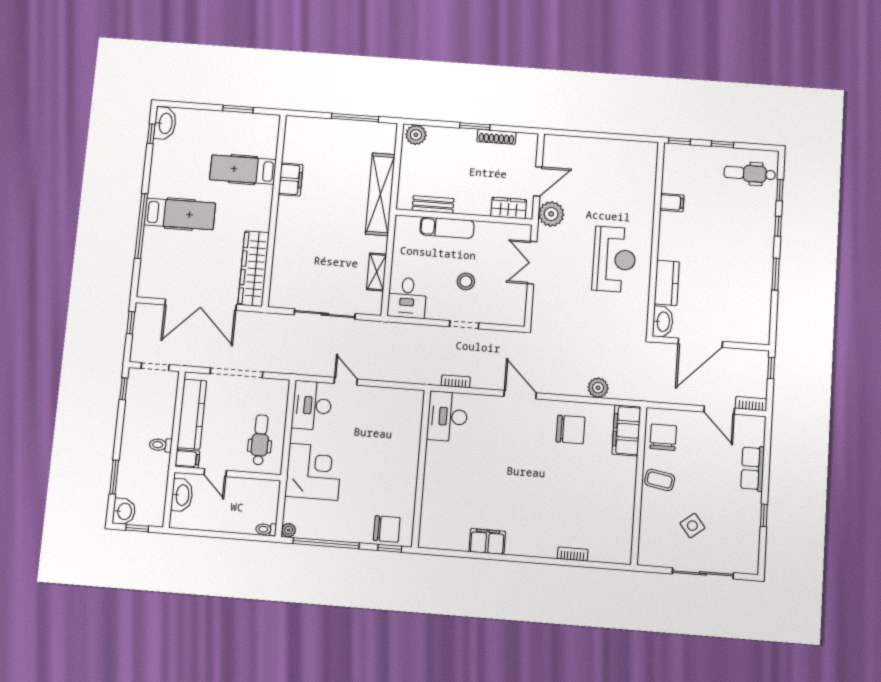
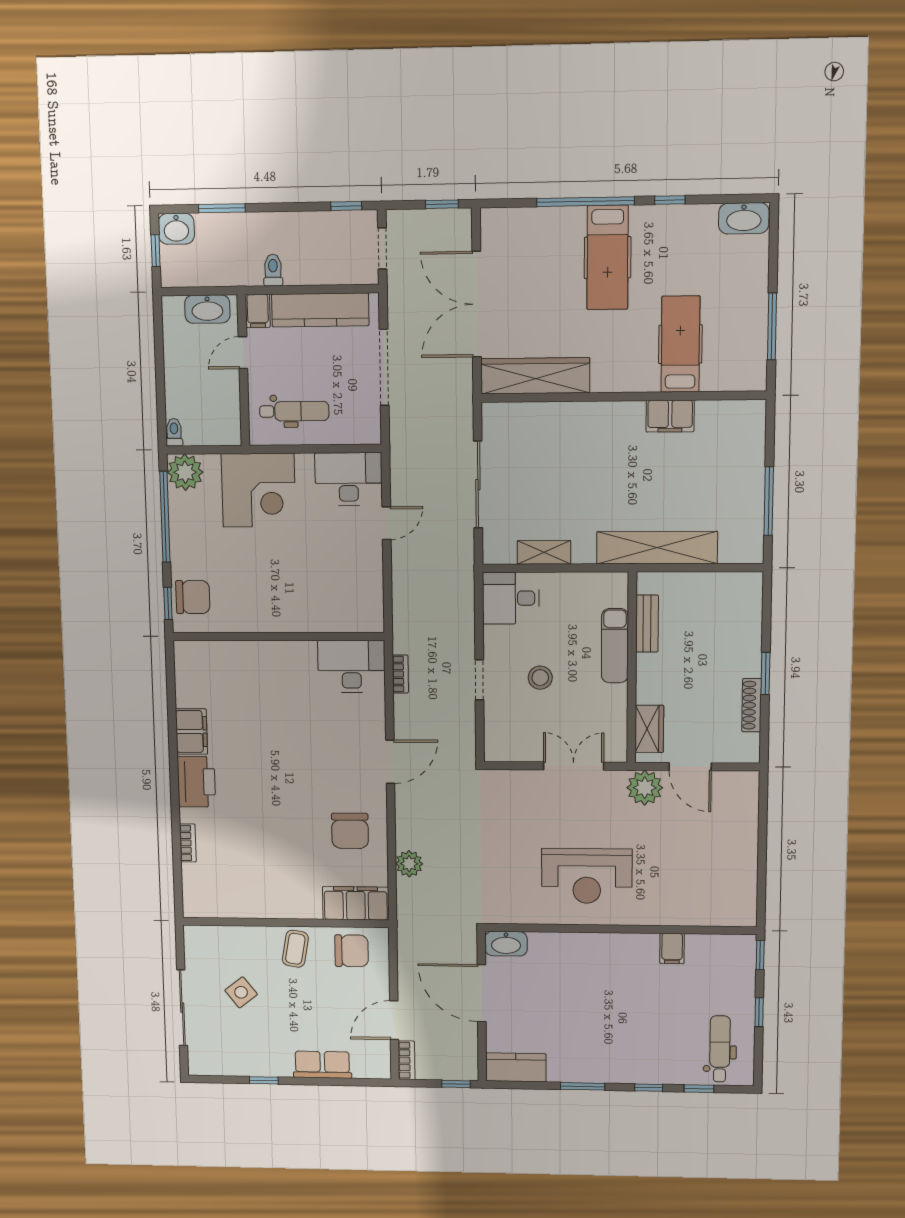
window: (238, 109) -> (772, 326), width x1.44
window: (151, 134) -> (670, 200), moved
plant: (416, 135) -> (748, 591), removed
kitchen counter: (667, 283) -> (516, 1067), moved, turned 180
chair: (387, 529) -> (193, 597), turned -90
plant: (289, 530) -> (185, 472), width x1.87, depth x1.87
printer: (526, 542) -> (196, 782), added

